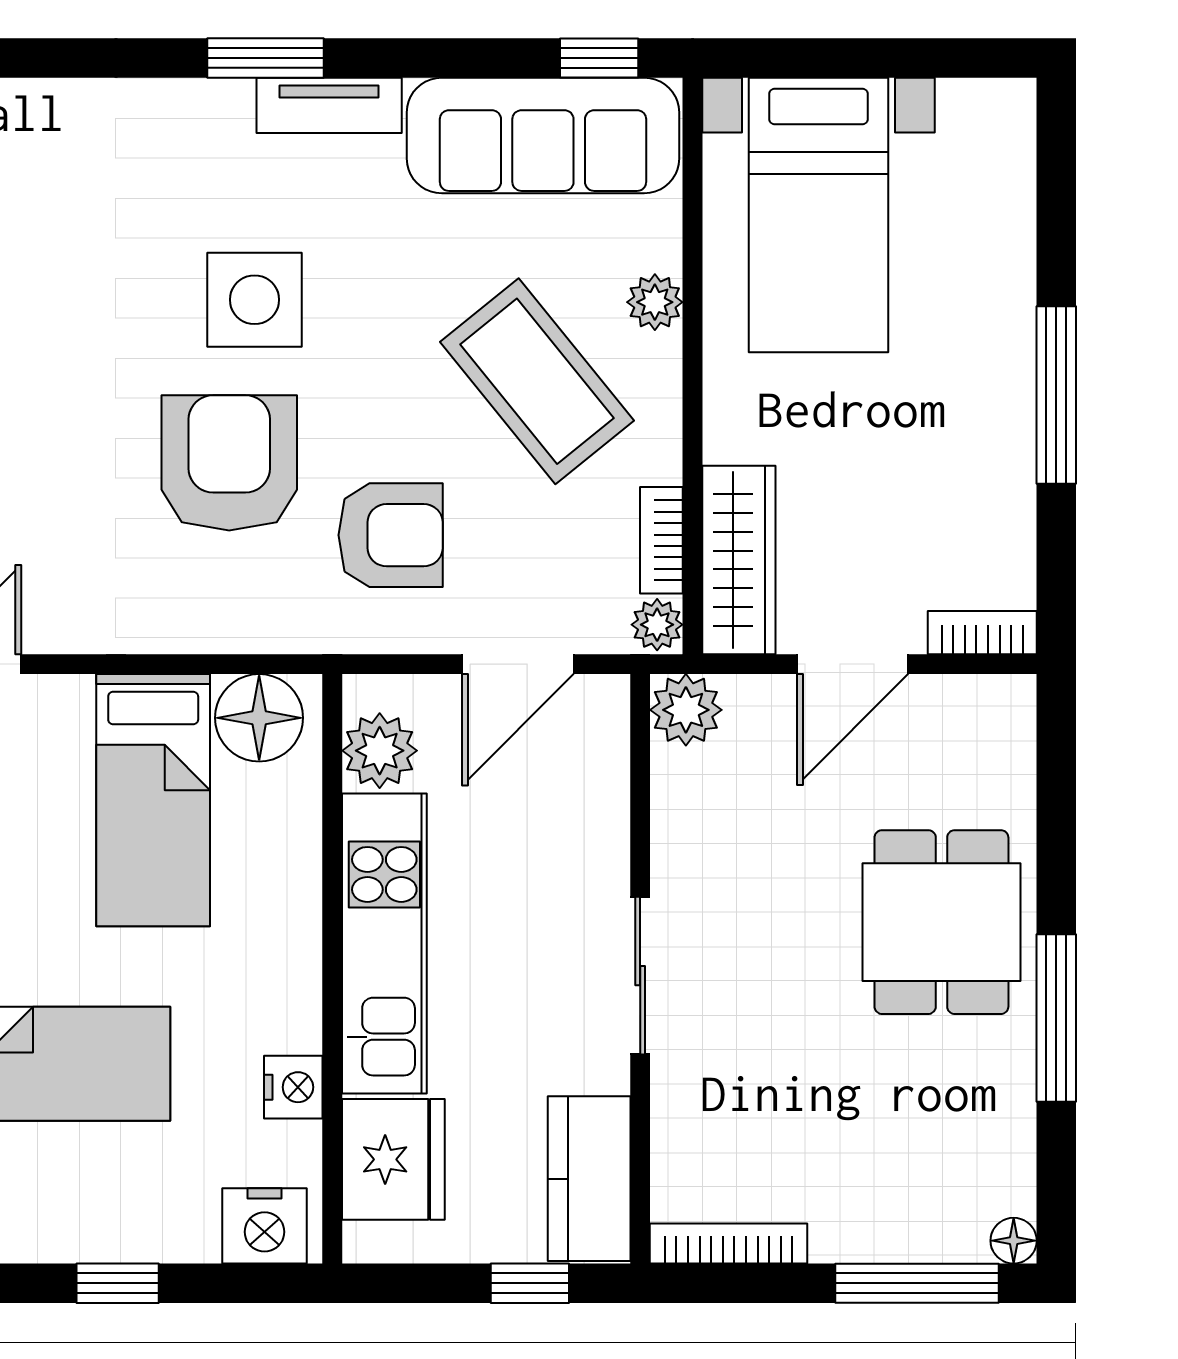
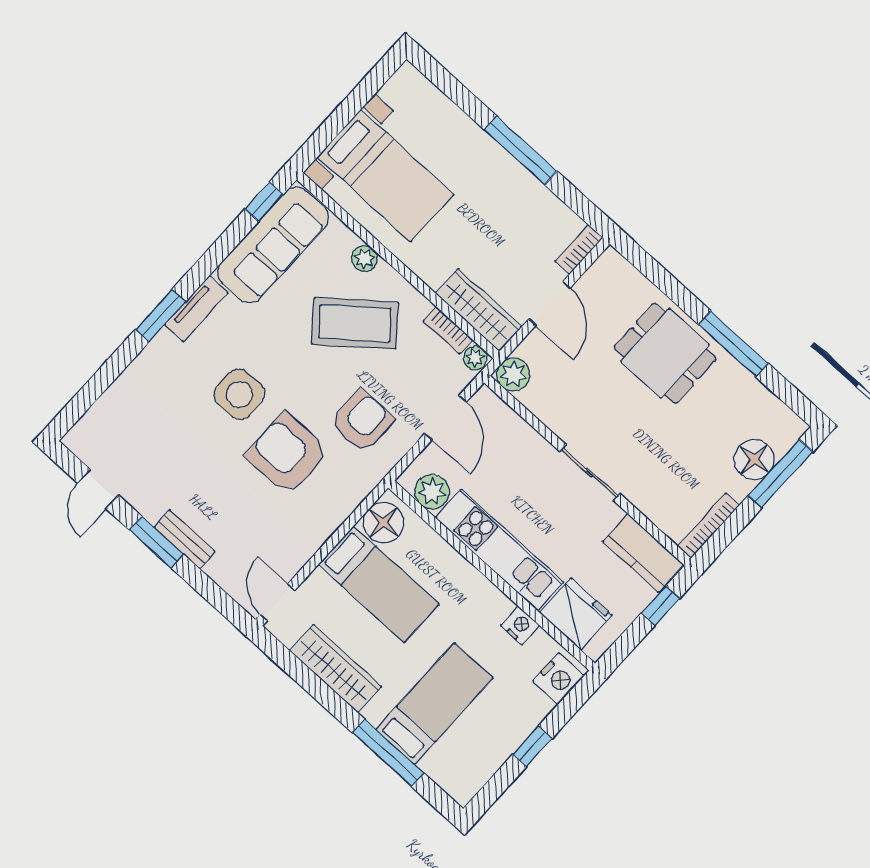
floor lamp: (1014, 1241) -> (754, 460), moved, width x1.89, depth x1.89

